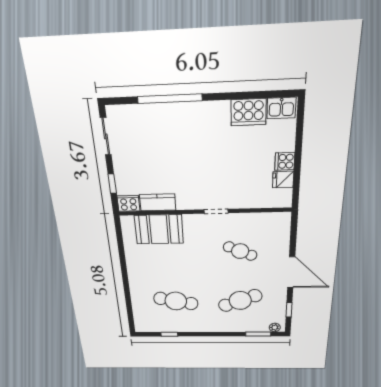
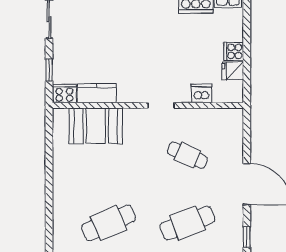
dishwasher: (253, 200) -> (202, 93), added
cafe table: (176, 301) -> (108, 223), turned -36

